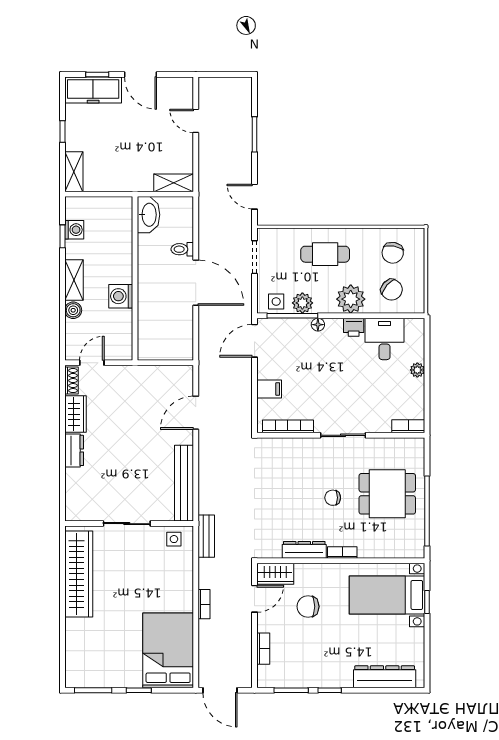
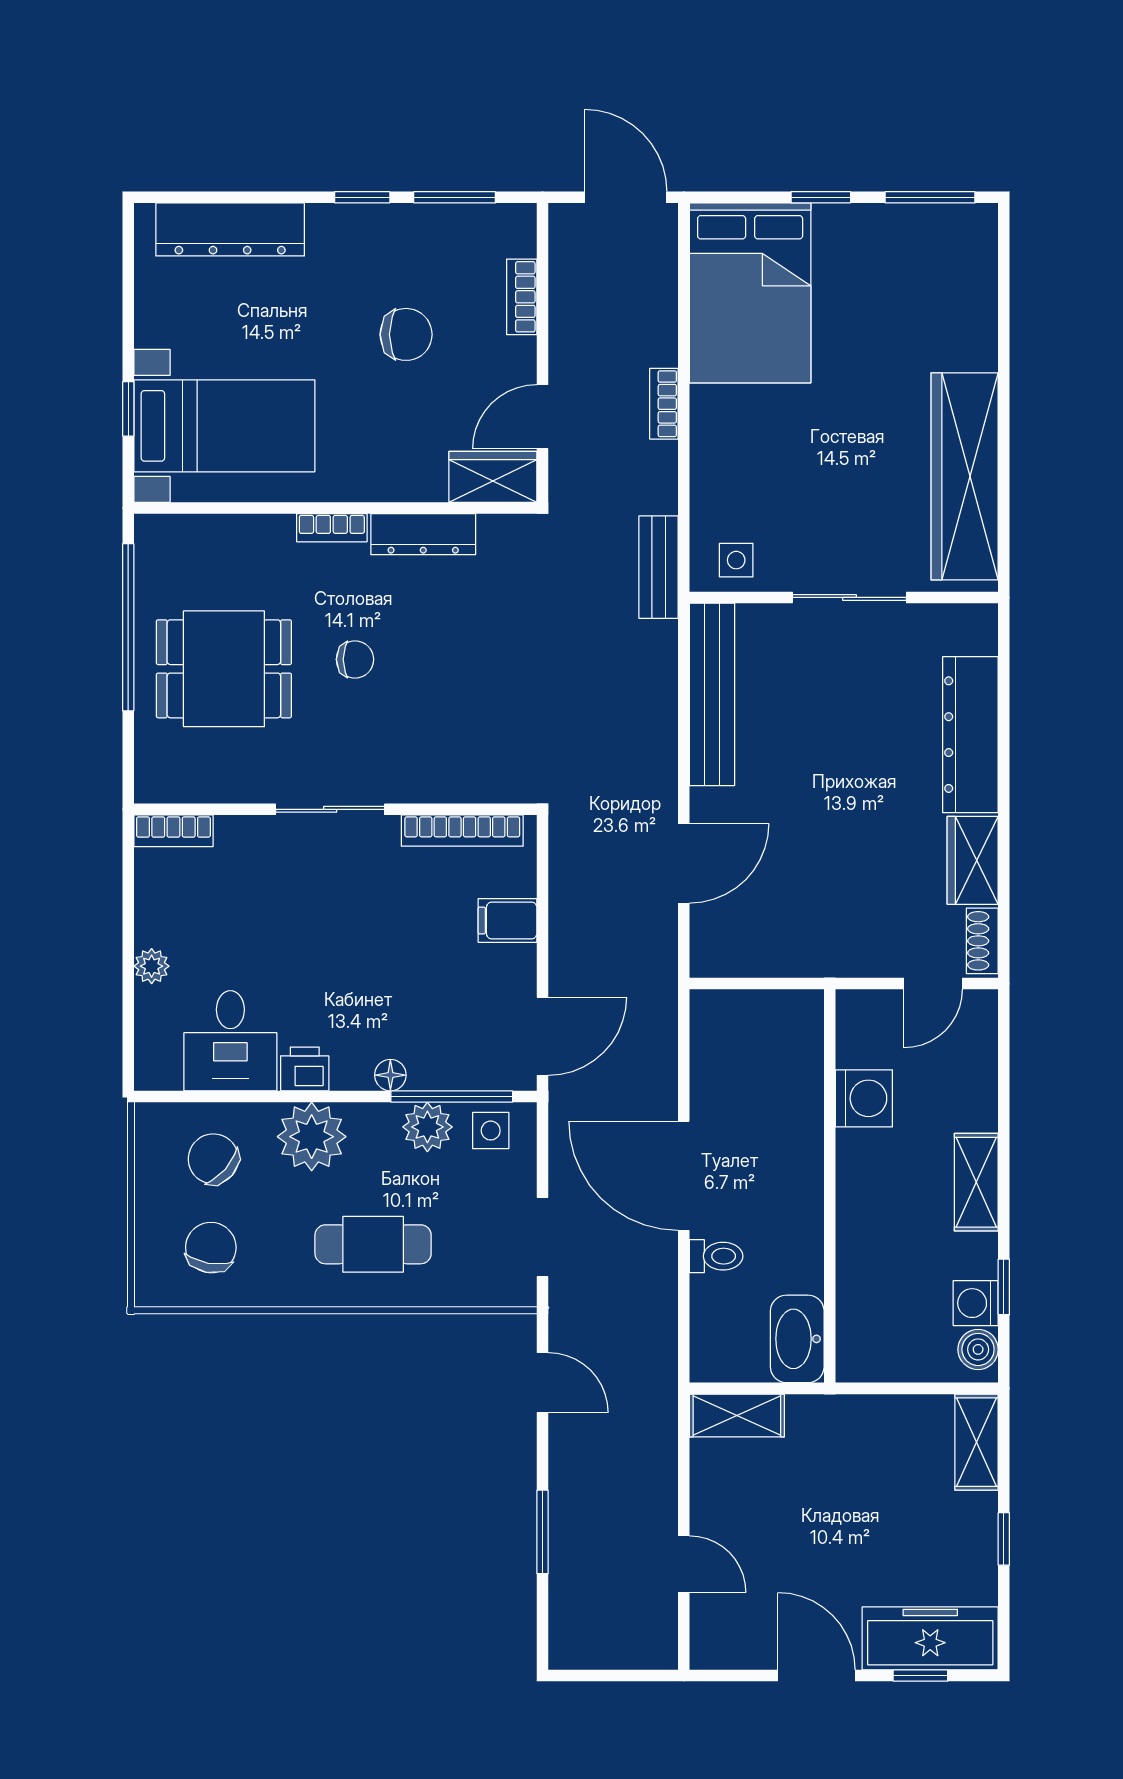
washing machine: (121, 296) -> (864, 1098), moved
boiler: (73, 310) -> (978, 1349), moved
dresser: (74, 450) -> (970, 735), width x1.96, depth x1.24
chair: (308, 607) -> (406, 334), moved

